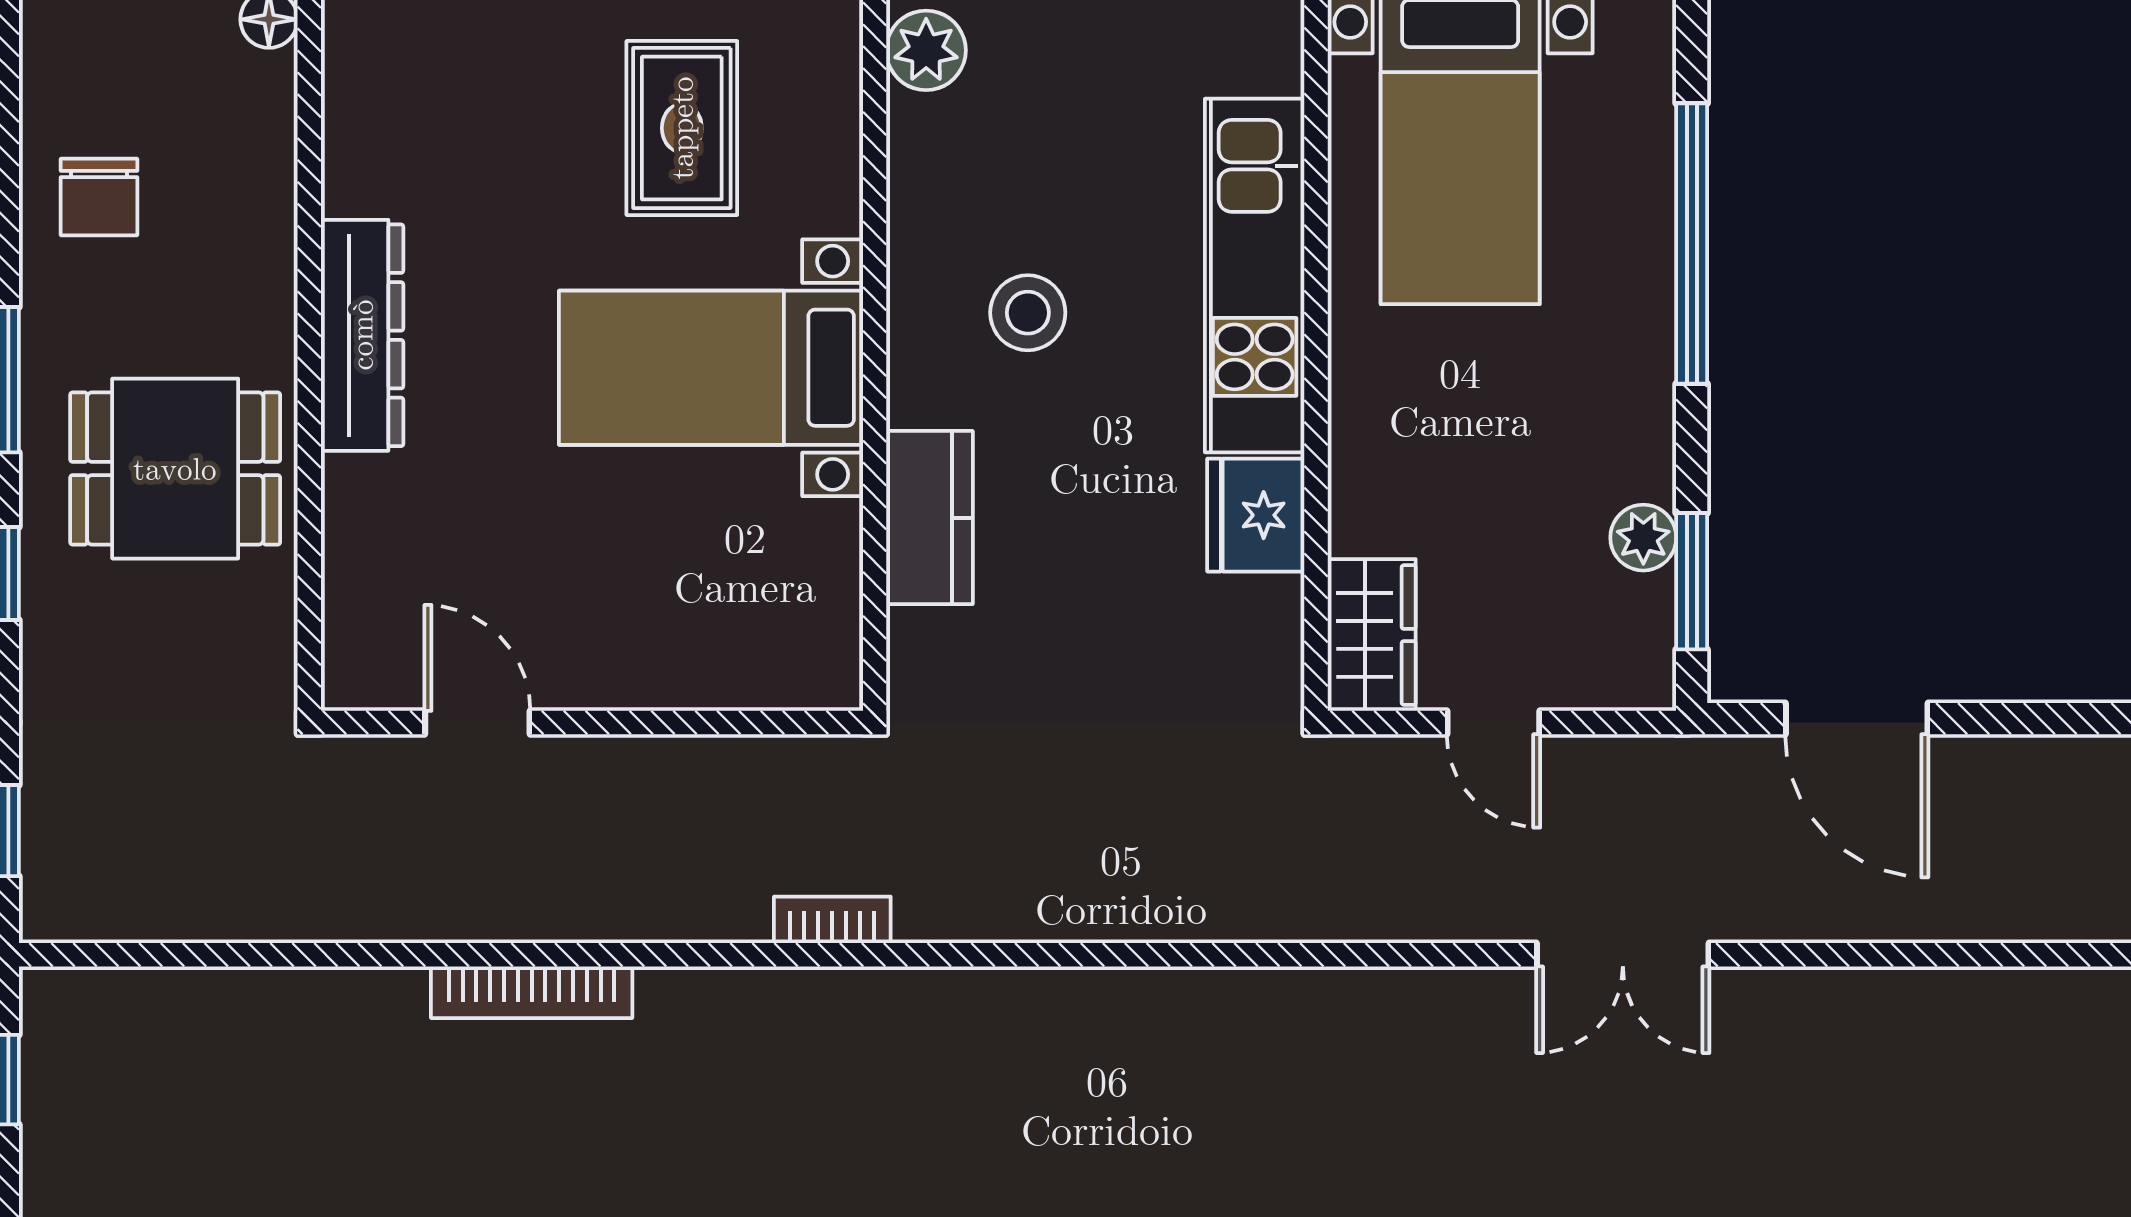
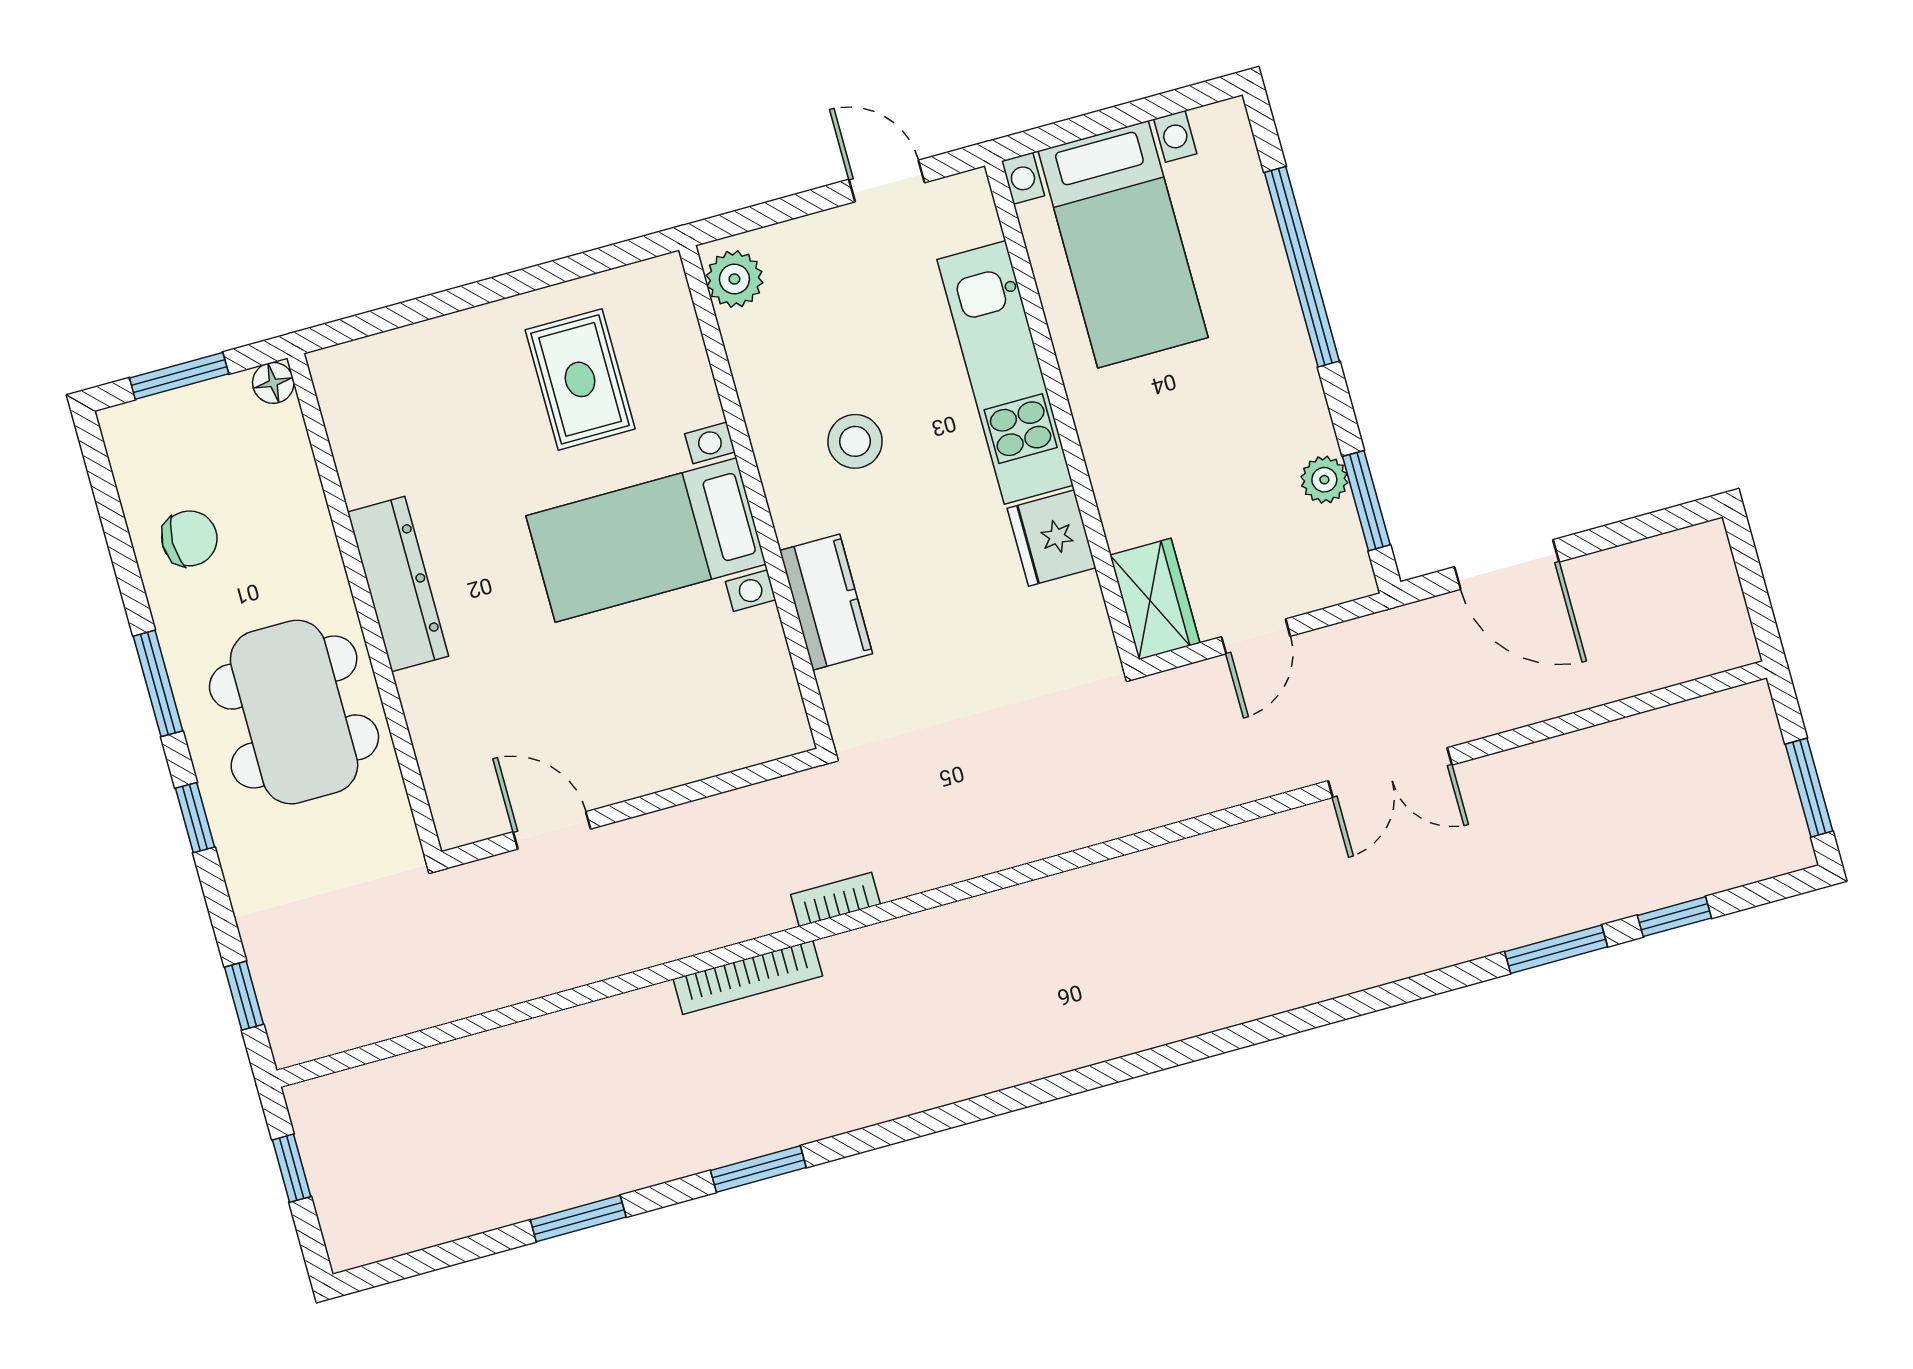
chair: (99, 197) -> (189, 538), turned -90
dining table: (175, 469) -> (294, 712), width x1.38
door: (1493, 723) -> (1256, 636), hinge flipped
bookcase: (532, 992) -> (748, 977), moved

